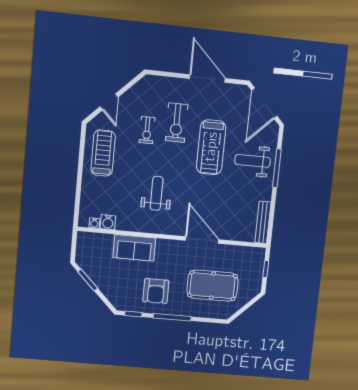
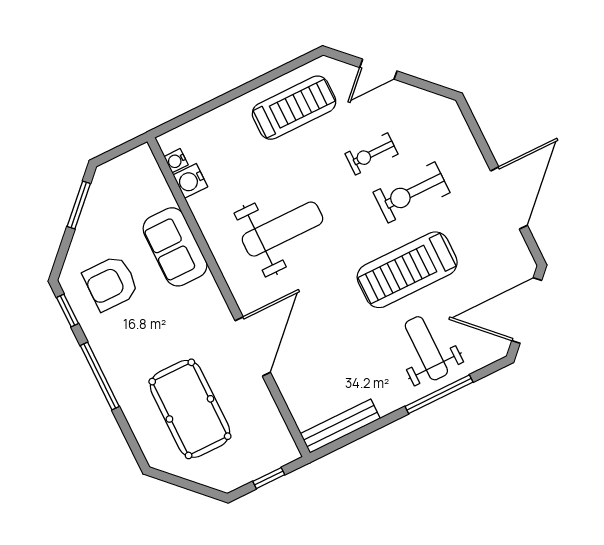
weight bench: (157, 193) -> (283, 229), width x1.36, depth x1.33
armchair: (156, 291) -> (111, 283), moved

